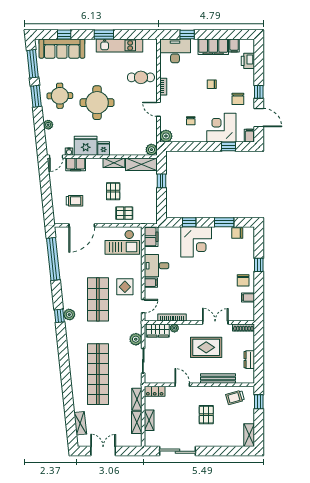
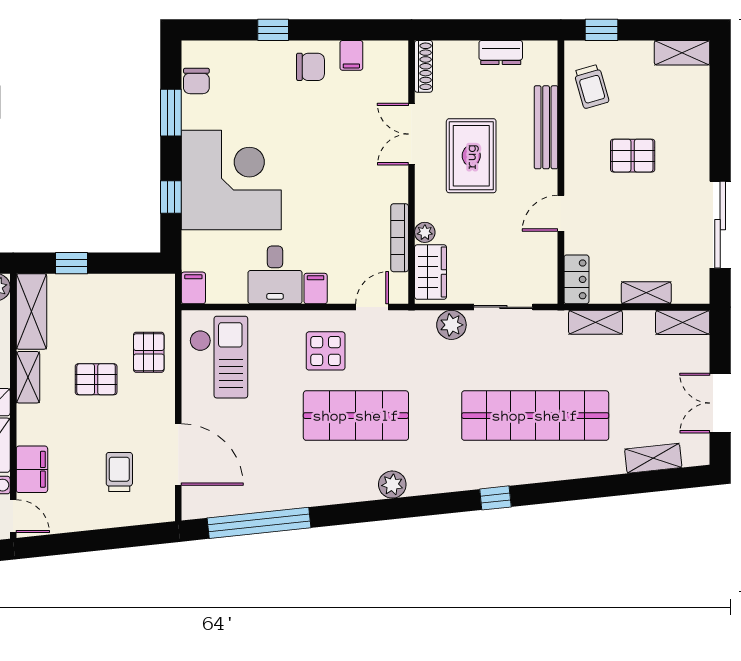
filing cabinet: (151, 237) -> (193, 288), width x0.50
corner desk: (196, 242) -> (231, 180), width x1.36, depth x1.36
door: (143, 306) -> (372, 307), hinge flipped
window: (59, 316) -> (495, 498), moved
shelving: (137, 422) -> (683, 322), moved

